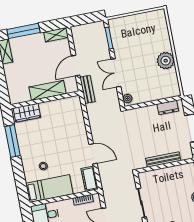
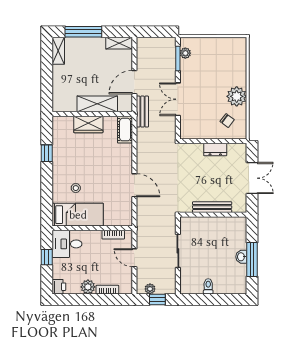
chair: (162, 83) -> (227, 121), added
plant: (128, 99) -> (185, 53), moved
dresser: (168, 107) -> (215, 150), moved
wardrobe: (27, 113) -> (88, 124), moved
window: (13, 141) -> (47, 153), width x0.46
cot: (90, 179) -> (125, 130), moved

